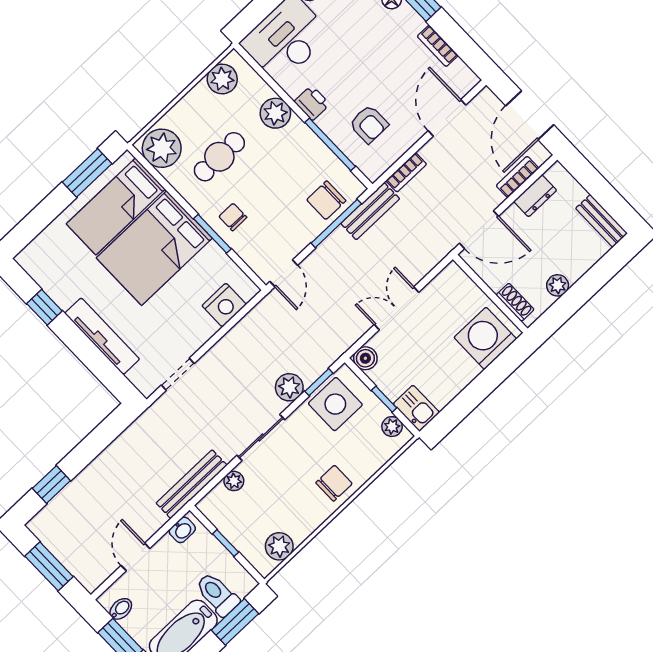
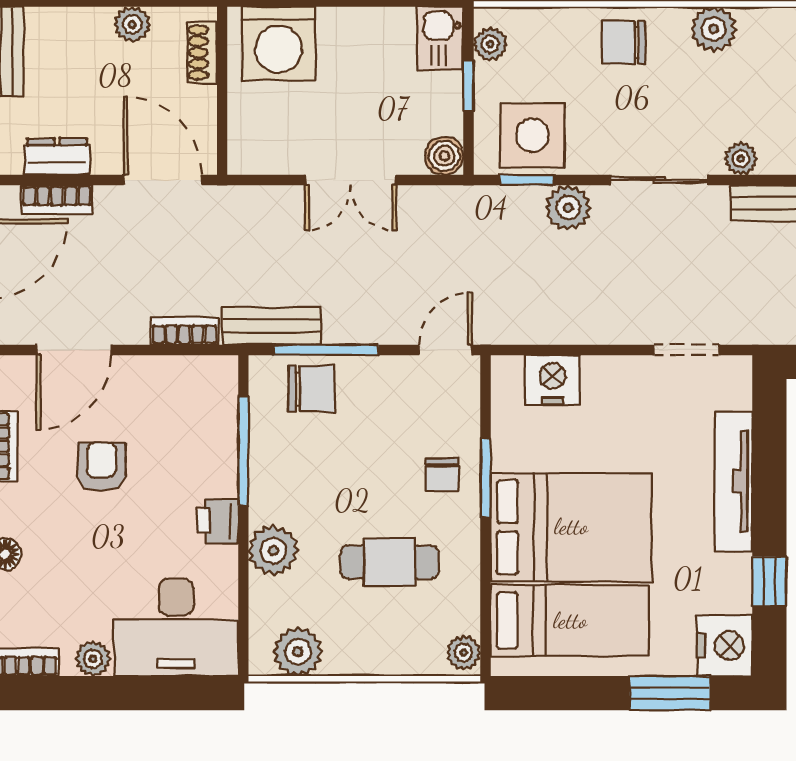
armchair: (369, 124) -> (102, 467), moved
plant: (162, 148) -> (464, 653), width x0.53, depth x0.53
window: (87, 173) -> (670, 693), moved
nightstand: (37, 260) -> (725, 646), added
plant: (279, 546) -> (714, 29), moved

